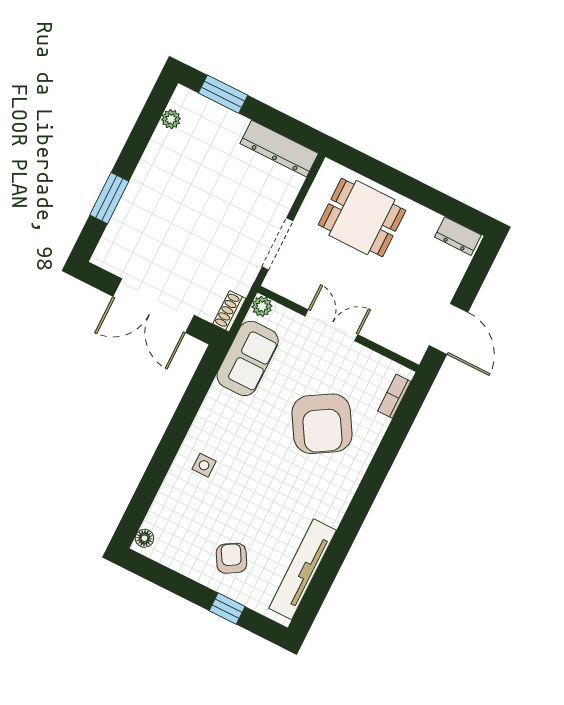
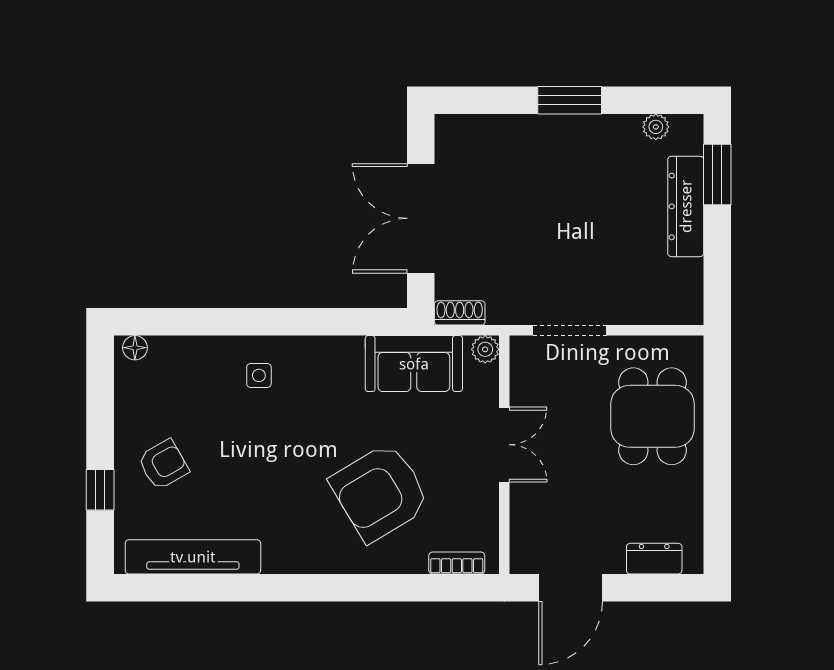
dresser: (279, 148) -> (686, 206), moved
window: (109, 198) -> (570, 100), moved
dresser: (458, 236) -> (654, 559), moved, turned 90

